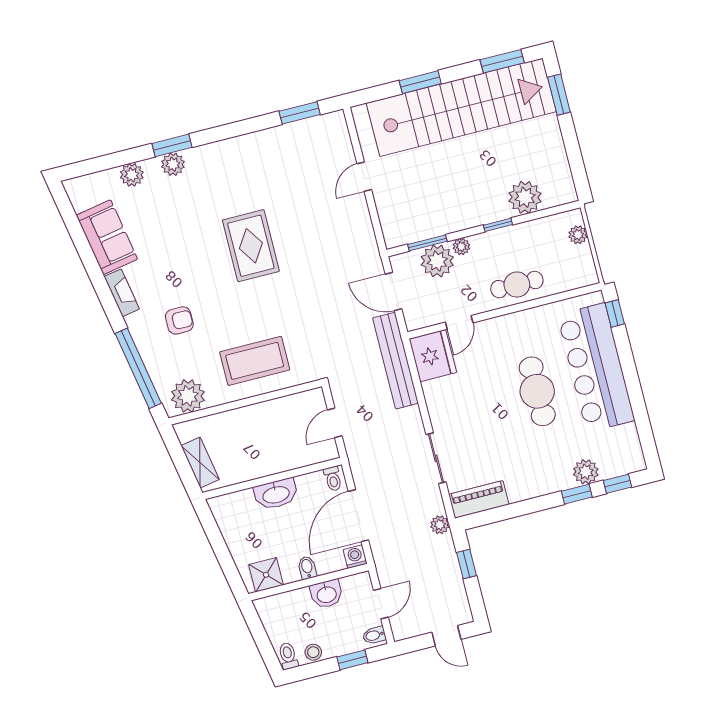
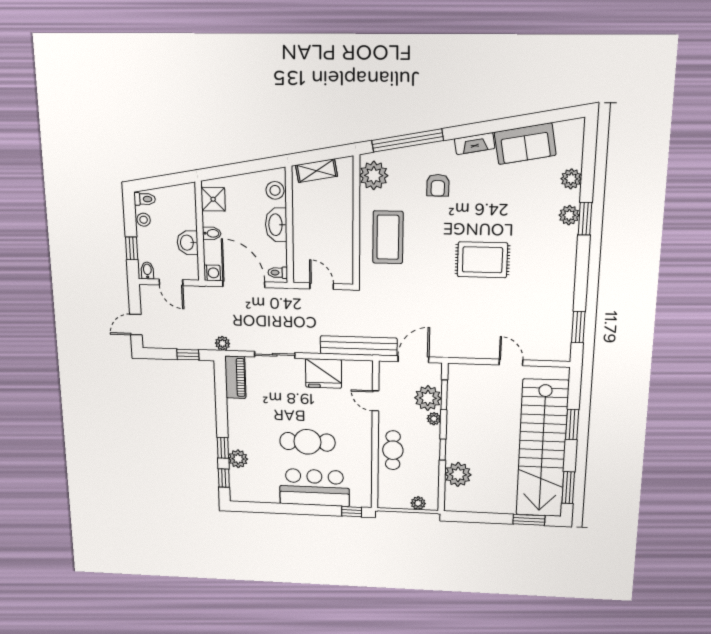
fridge: (433, 356) -> (324, 373), moved
bar counter: (596, 368) -> (314, 488), width x0.73
stool: (236, 505) -> (275, 190), added

